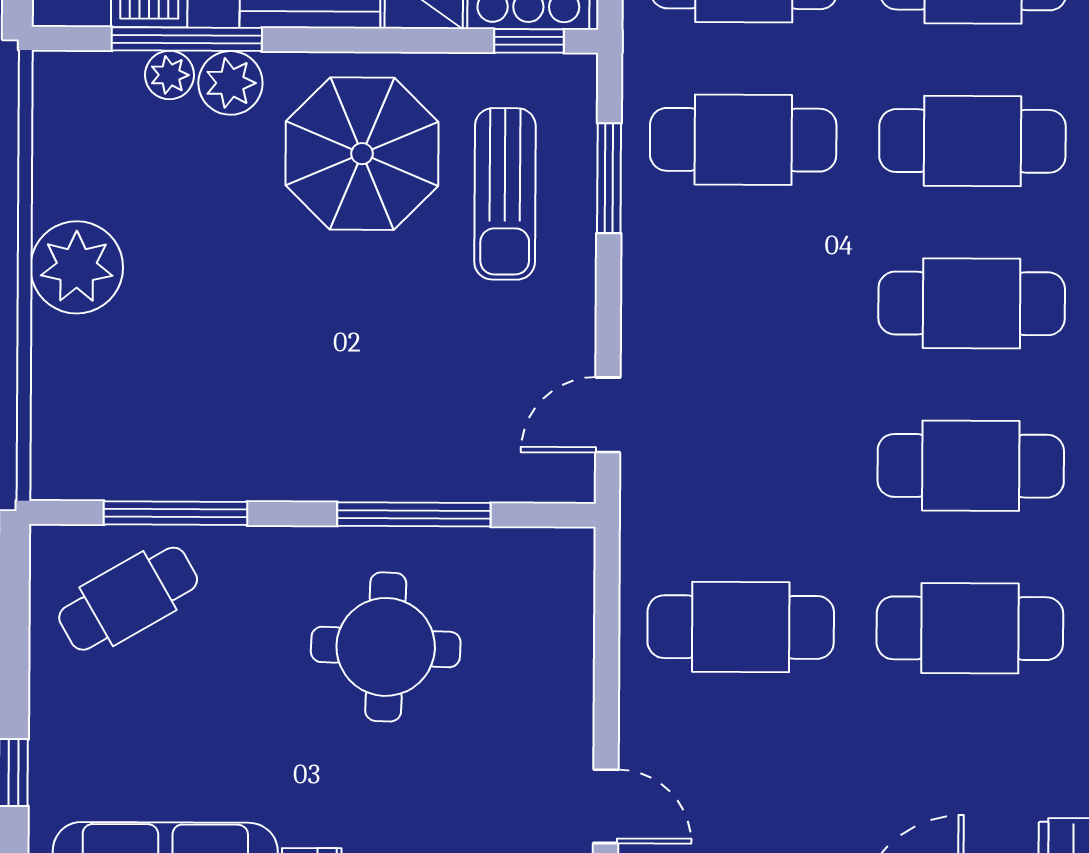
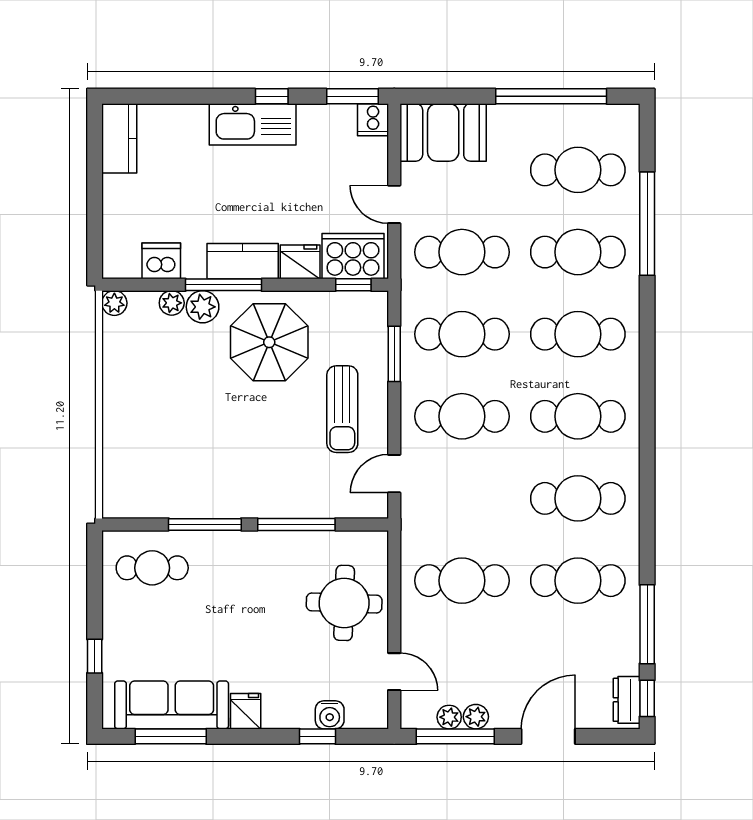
window: (187, 39) -> (224, 285), moved
sun lounger: (505, 194) -> (342, 409), moved
plant: (77, 267) -> (114, 303), moved, width x0.53, depth x0.53
cafe table: (742, 302) -> (462, 416), added
window: (176, 513) -> (205, 524), moved
cafe table: (128, 599) -> (152, 568), turned 30
round table: (386, 647) -> (344, 603), moved

